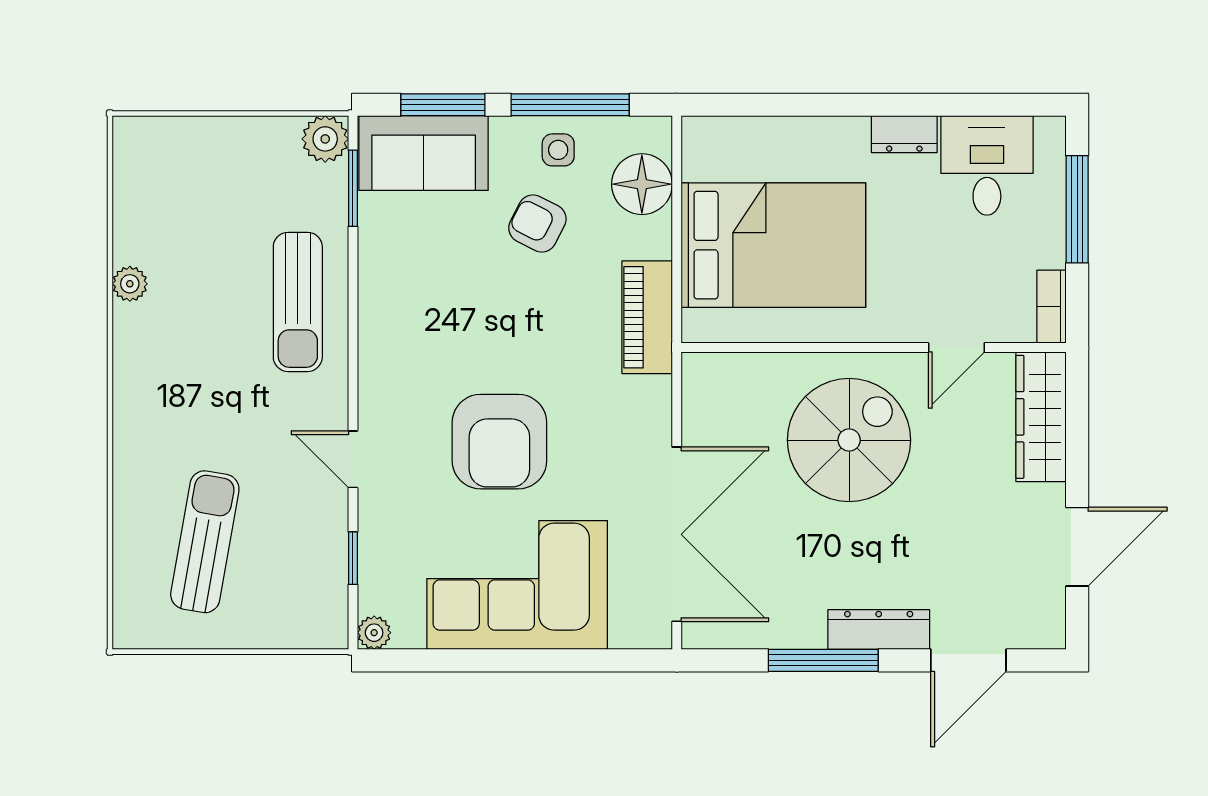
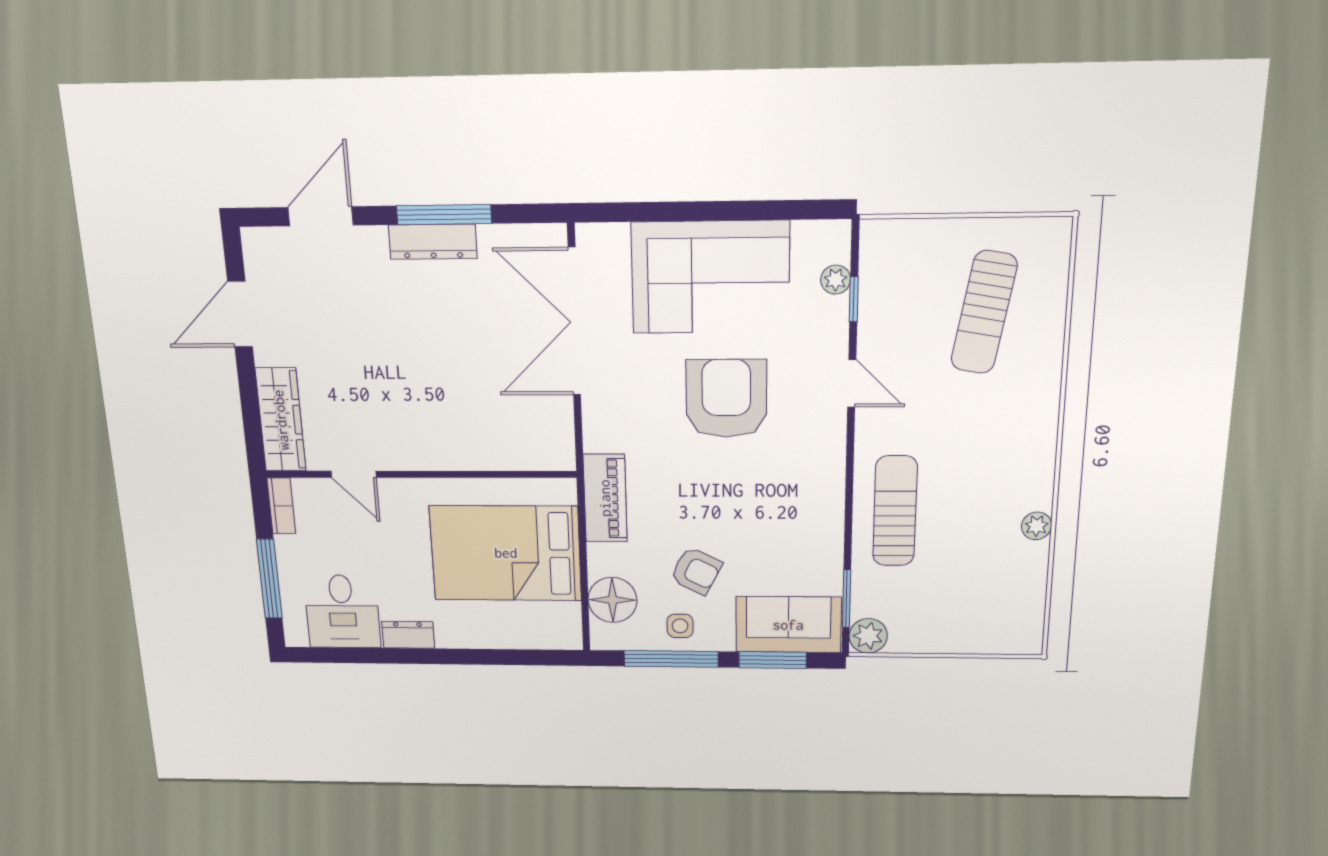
door: (956, 348) -> (354, 474), swing flipped
spiral stairs: (849, 440) -> (435, 401), removed
dresser: (879, 630) -> (433, 242), moved
plant: (374, 633) -> (836, 280), moved

